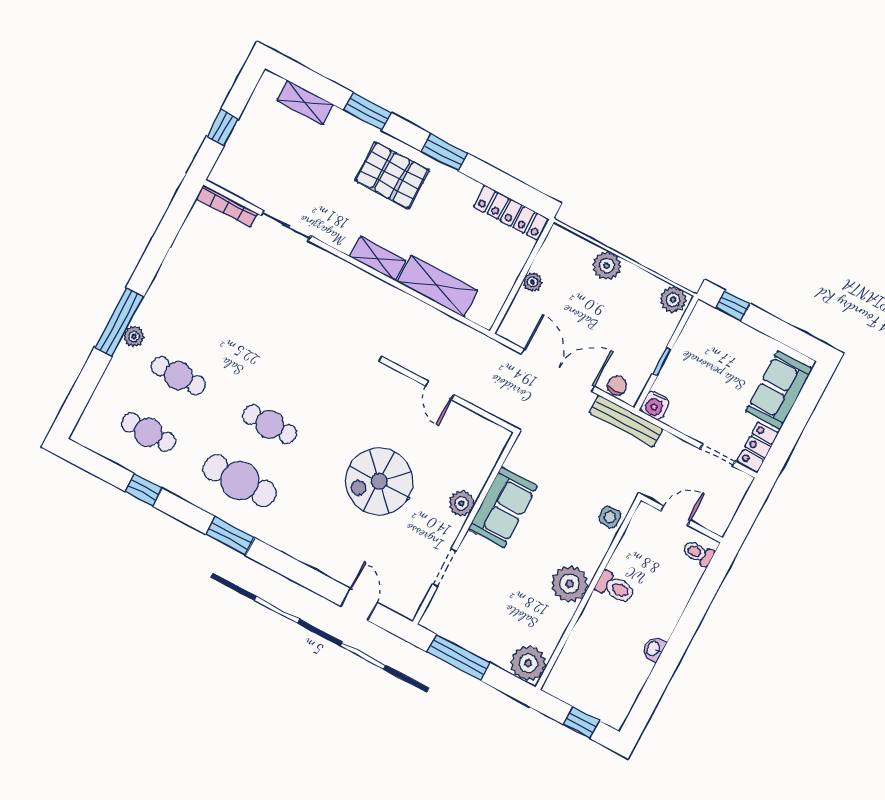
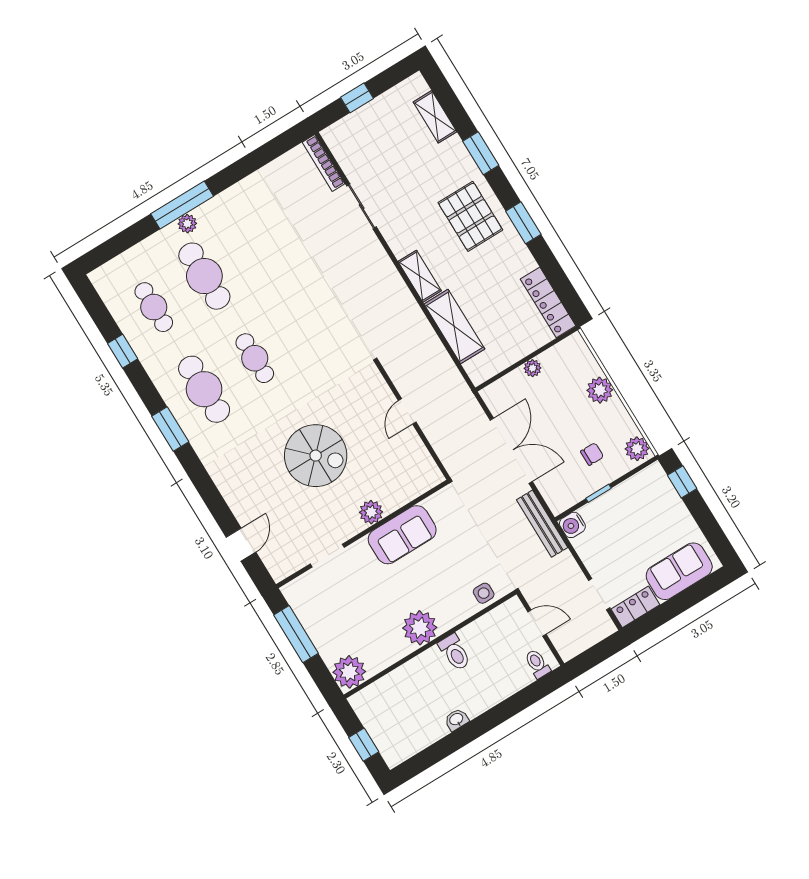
cafe table: (178, 376) -> (204, 276), width x1.37, depth x1.35
chair: (617, 385) -> (592, 454), moved
spiral stairs: (379, 481) -> (316, 456), turned 180

